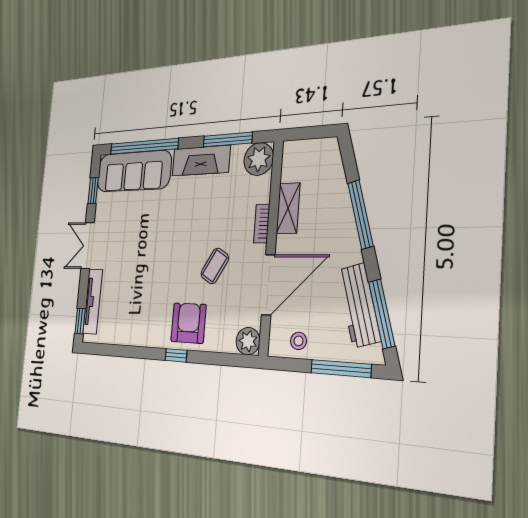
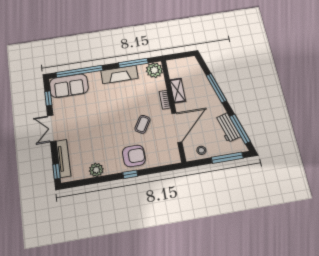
sofa: (134, 171) -> (69, 86), width x0.73
workbench: (359, 305) -> (228, 128), width x0.73
armchair: (188, 323) -> (134, 156), turned 90
plant: (248, 341) -> (96, 170), moved

